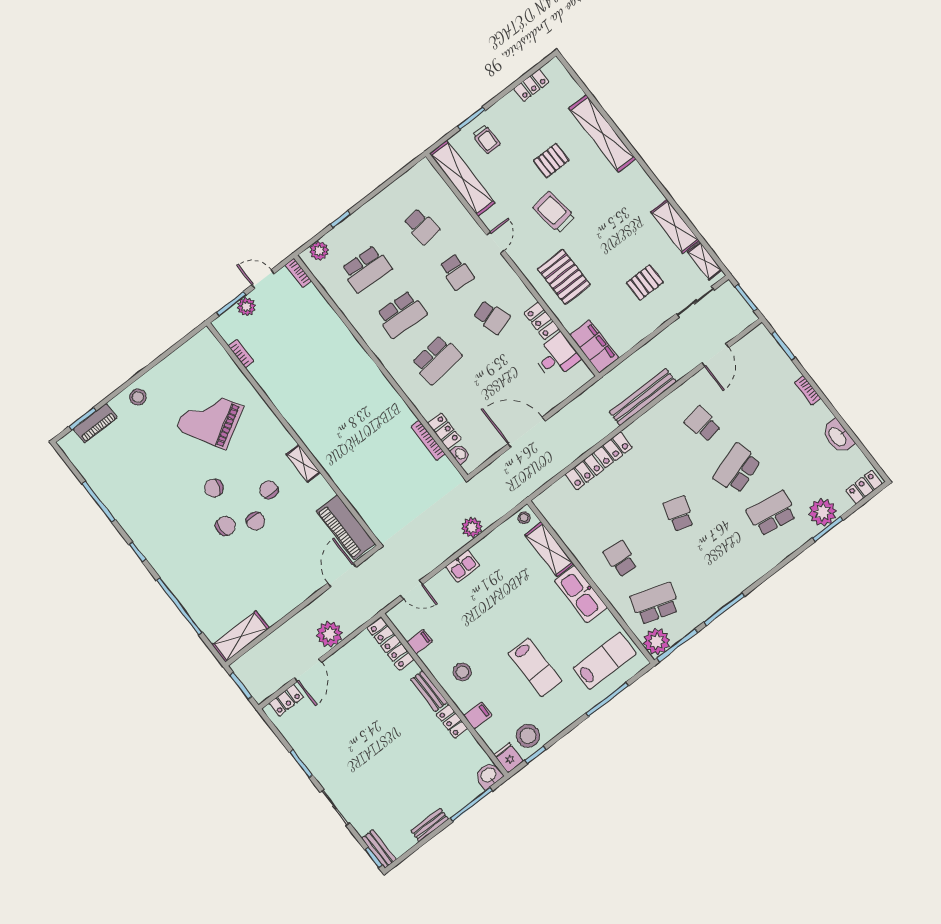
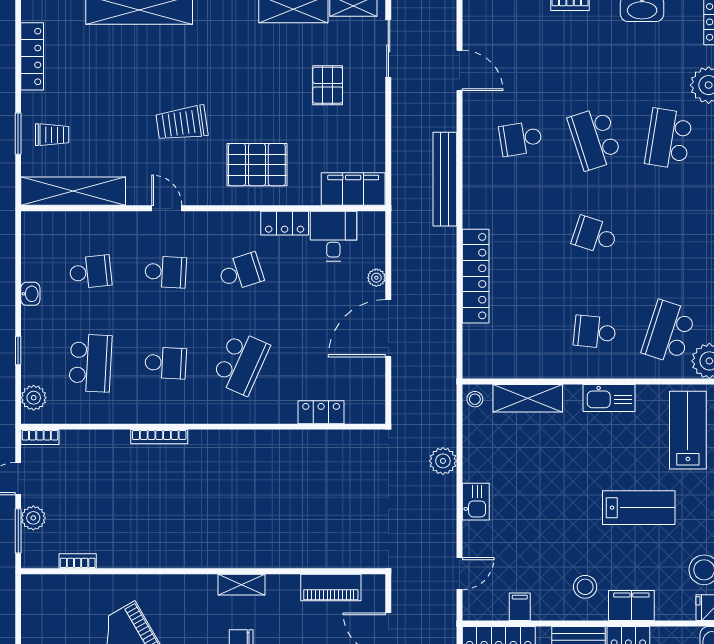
locker: (531, 85) -> (32, 56), width x1.53
pallet: (551, 161) -> (126, 85), removed
school desk: (402, 314) -> (166, 363), width x0.54
school desk: (437, 360) -> (241, 363), turned 30
plant: (551, 402) -> (376, 278), added
bookcase: (428, 440) -> (159, 437), moved
washbasin: (460, 454) -> (30, 294), moved, turned 90
piano: (346, 527) -> (331, 588), width x0.73, depth x0.75
kitchen sink: (581, 594) -> (609, 398), width x0.73, depth x0.81
filing cabinet: (478, 715) -> (631, 606), width x2.00

